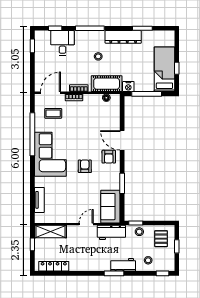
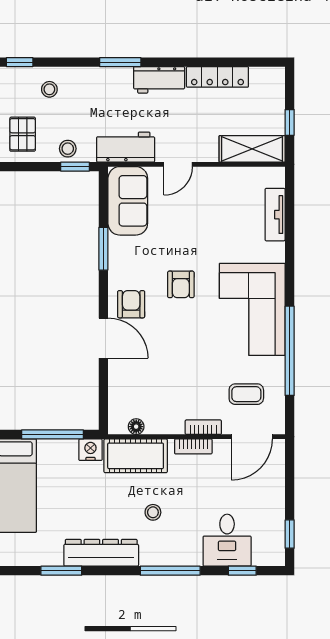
workbench: (123, 265) -> (159, 80), moved
locker: (54, 266) -> (217, 77), moved

